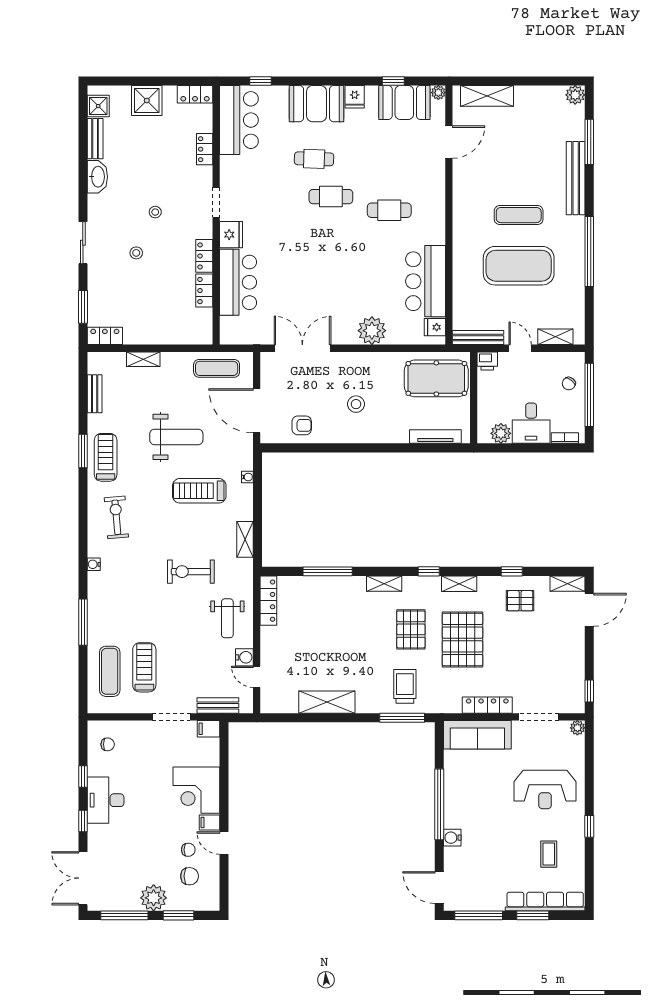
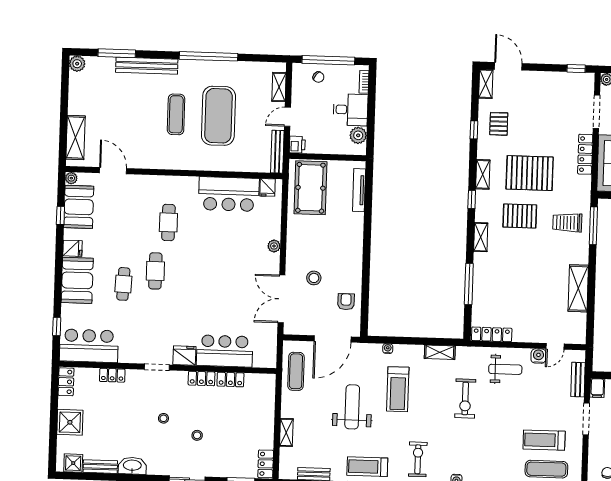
plant: (372, 331) -> (274, 246), width x0.53, depth x0.53
stool: (356, 404) -> (314, 278), moved
exercise bike: (116, 517) -> (418, 459), turned 95

